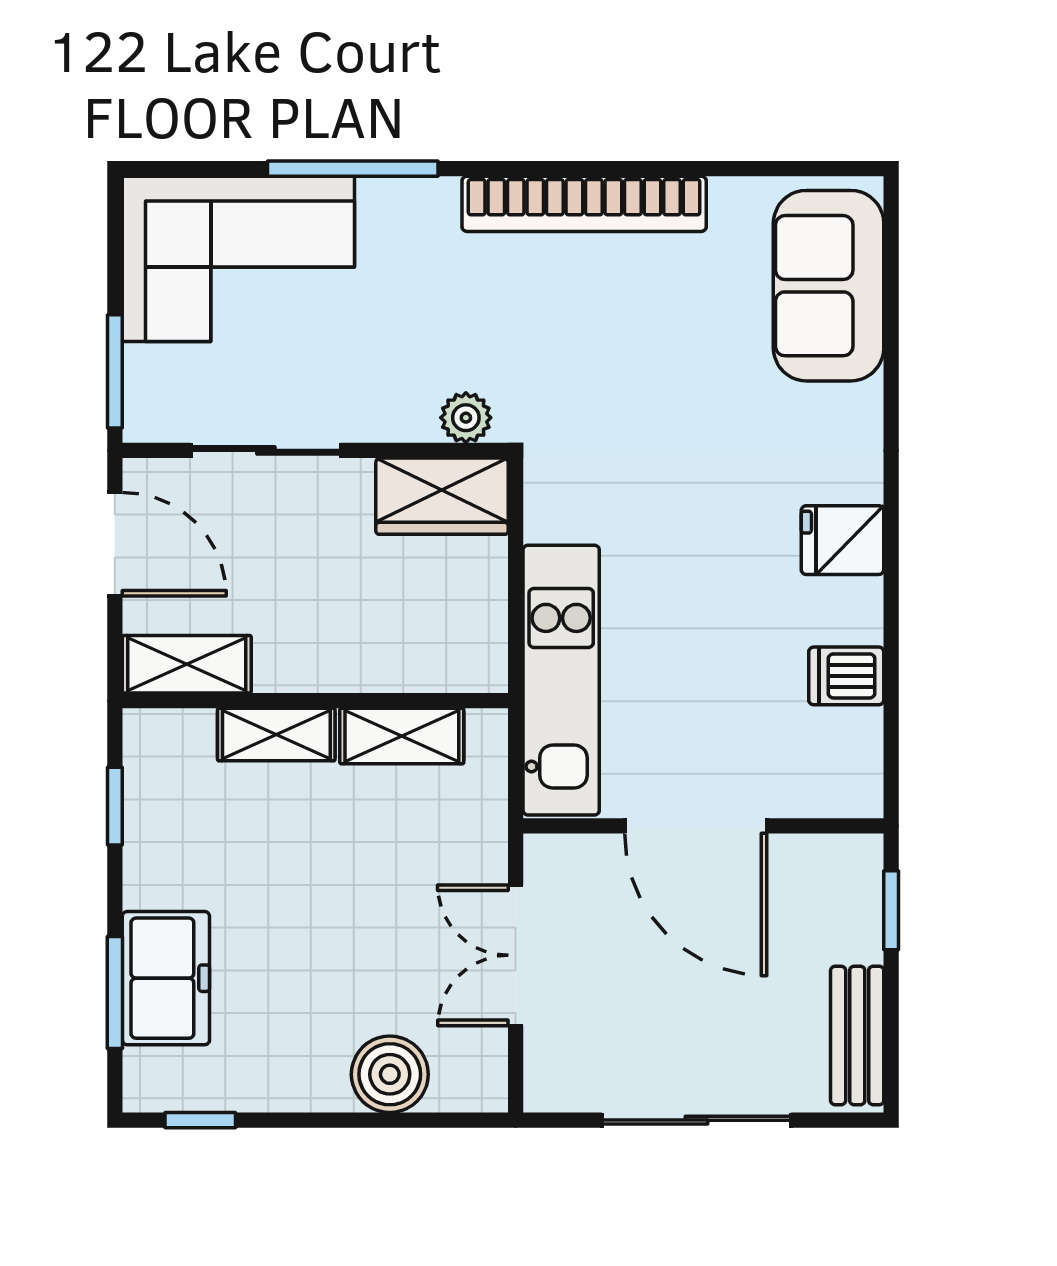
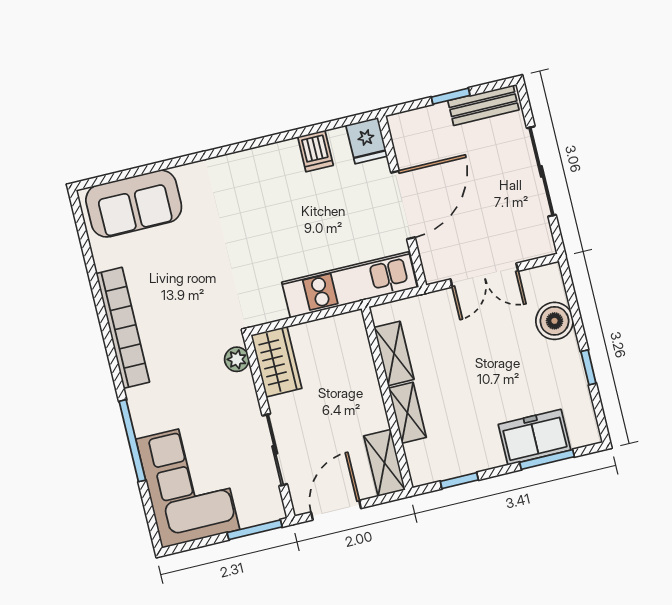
fridge: (843, 540) -> (367, 141), moved
window: (891, 910) -> (451, 96), moved
window: (200, 1120) -> (588, 367), moved

